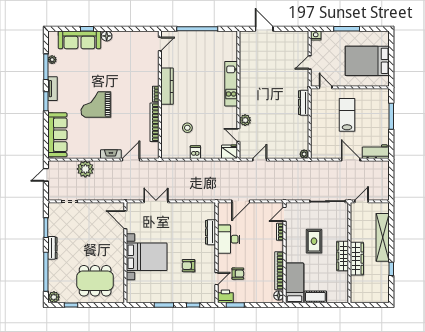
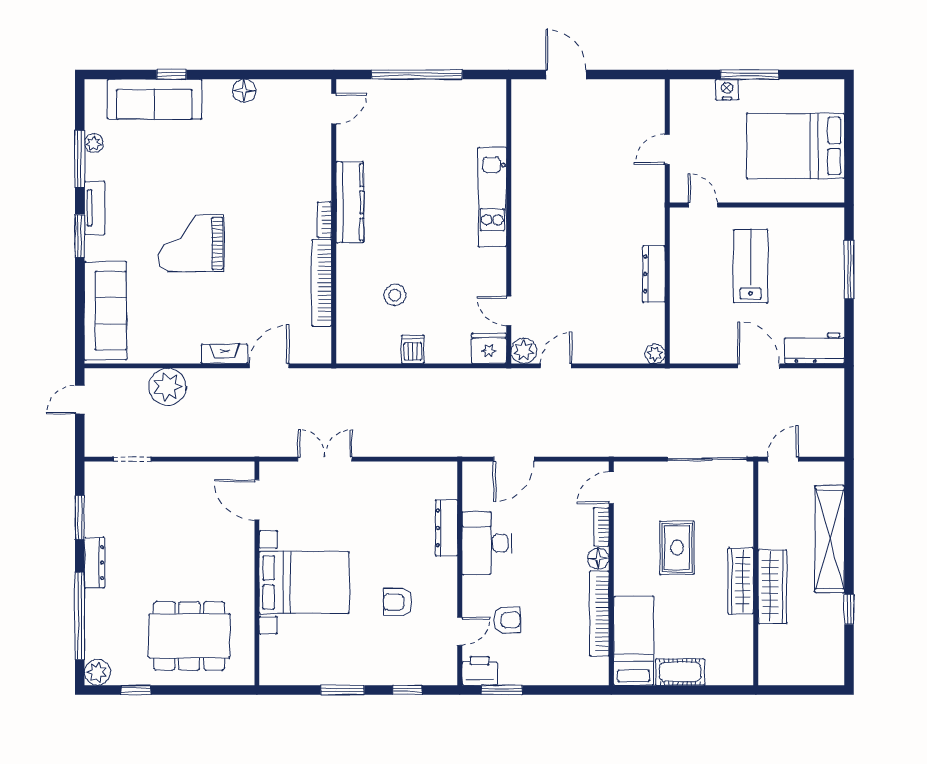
nightstand: (316, 35) -> (727, 90), moved
floor lamp: (107, 36) -> (244, 91), moved
dresser: (304, 103) -> (654, 274), moved
plant: (245, 120) -> (524, 351), moved
floor lamp: (279, 295) -> (598, 559), moved

